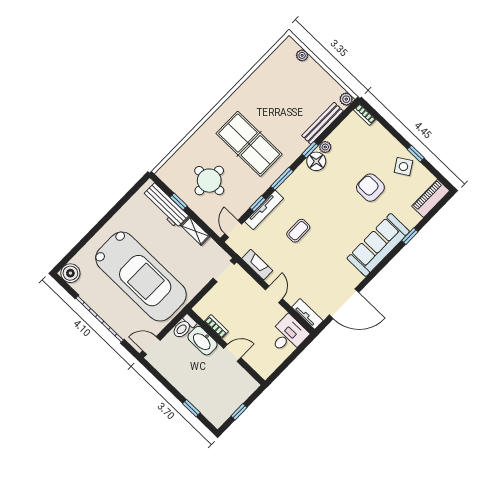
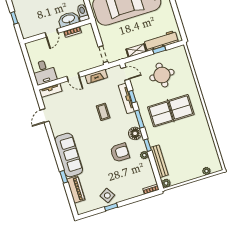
floor lamp: (316, 161) -> (135, 133), moved
armchair: (370, 188) -> (120, 152), moved
piano: (431, 198) -> (76, 190), moved
door: (344, 304) -> (45, 116), width x0.53

